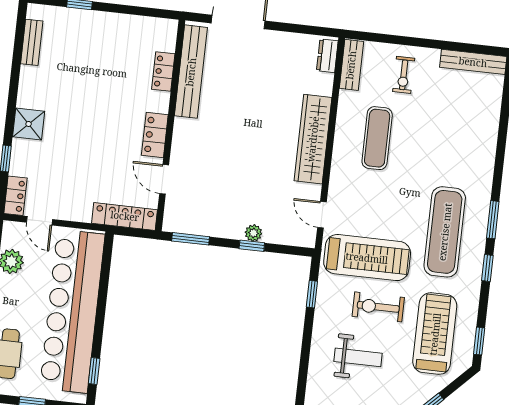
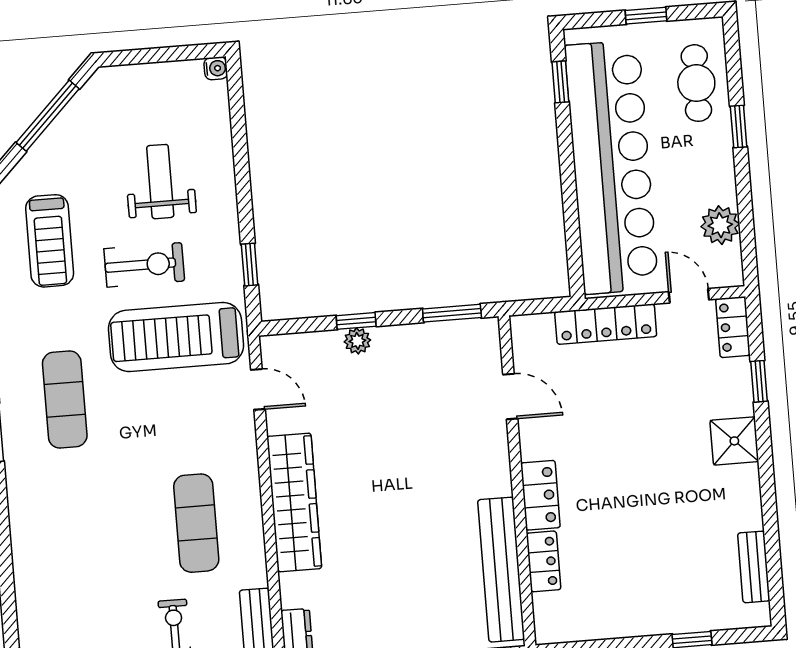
locker: (155, 135) -> (540, 495), moved
locker: (125, 216) -> (606, 324), moved
exercise mat: (445, 232) -> (65, 400), width x0.73, depth x0.69
treadmill: (435, 334) -> (50, 241), width x0.73, depth x0.73
weight bench: (358, 357) -> (160, 182), turned 90

